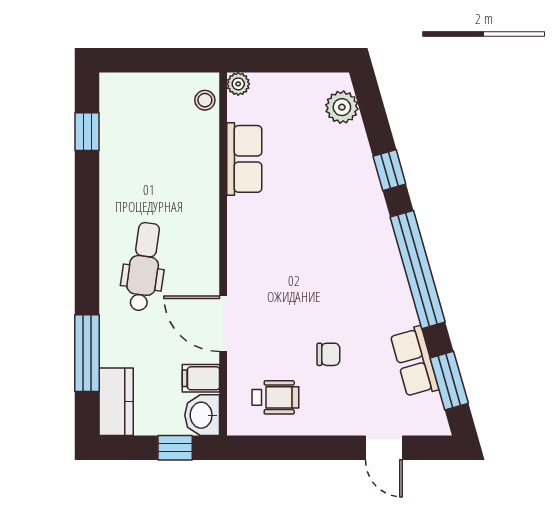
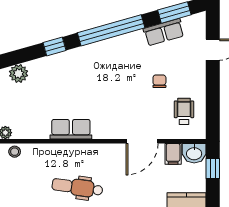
row of seats: (244, 159) -> (71, 129), moved
dental chair: (144, 267) -> (77, 187), moved

